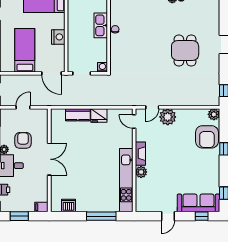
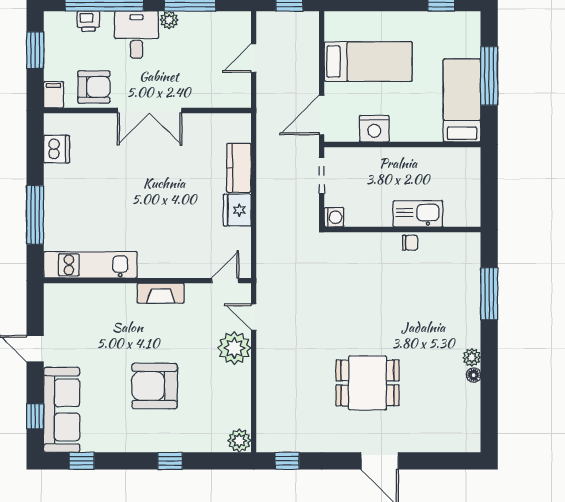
nightstand: (58, 37) -> (374, 129), moved
door: (23, 107) -> (254, 58), swing flipped
armchair: (207, 137) -> (155, 386), moved
armchair: (23, 140) -> (94, 87), moved
plant: (141, 172) -> (124, 295), removed
kitchen unit: (126, 180) -> (90, 265), width x0.73

